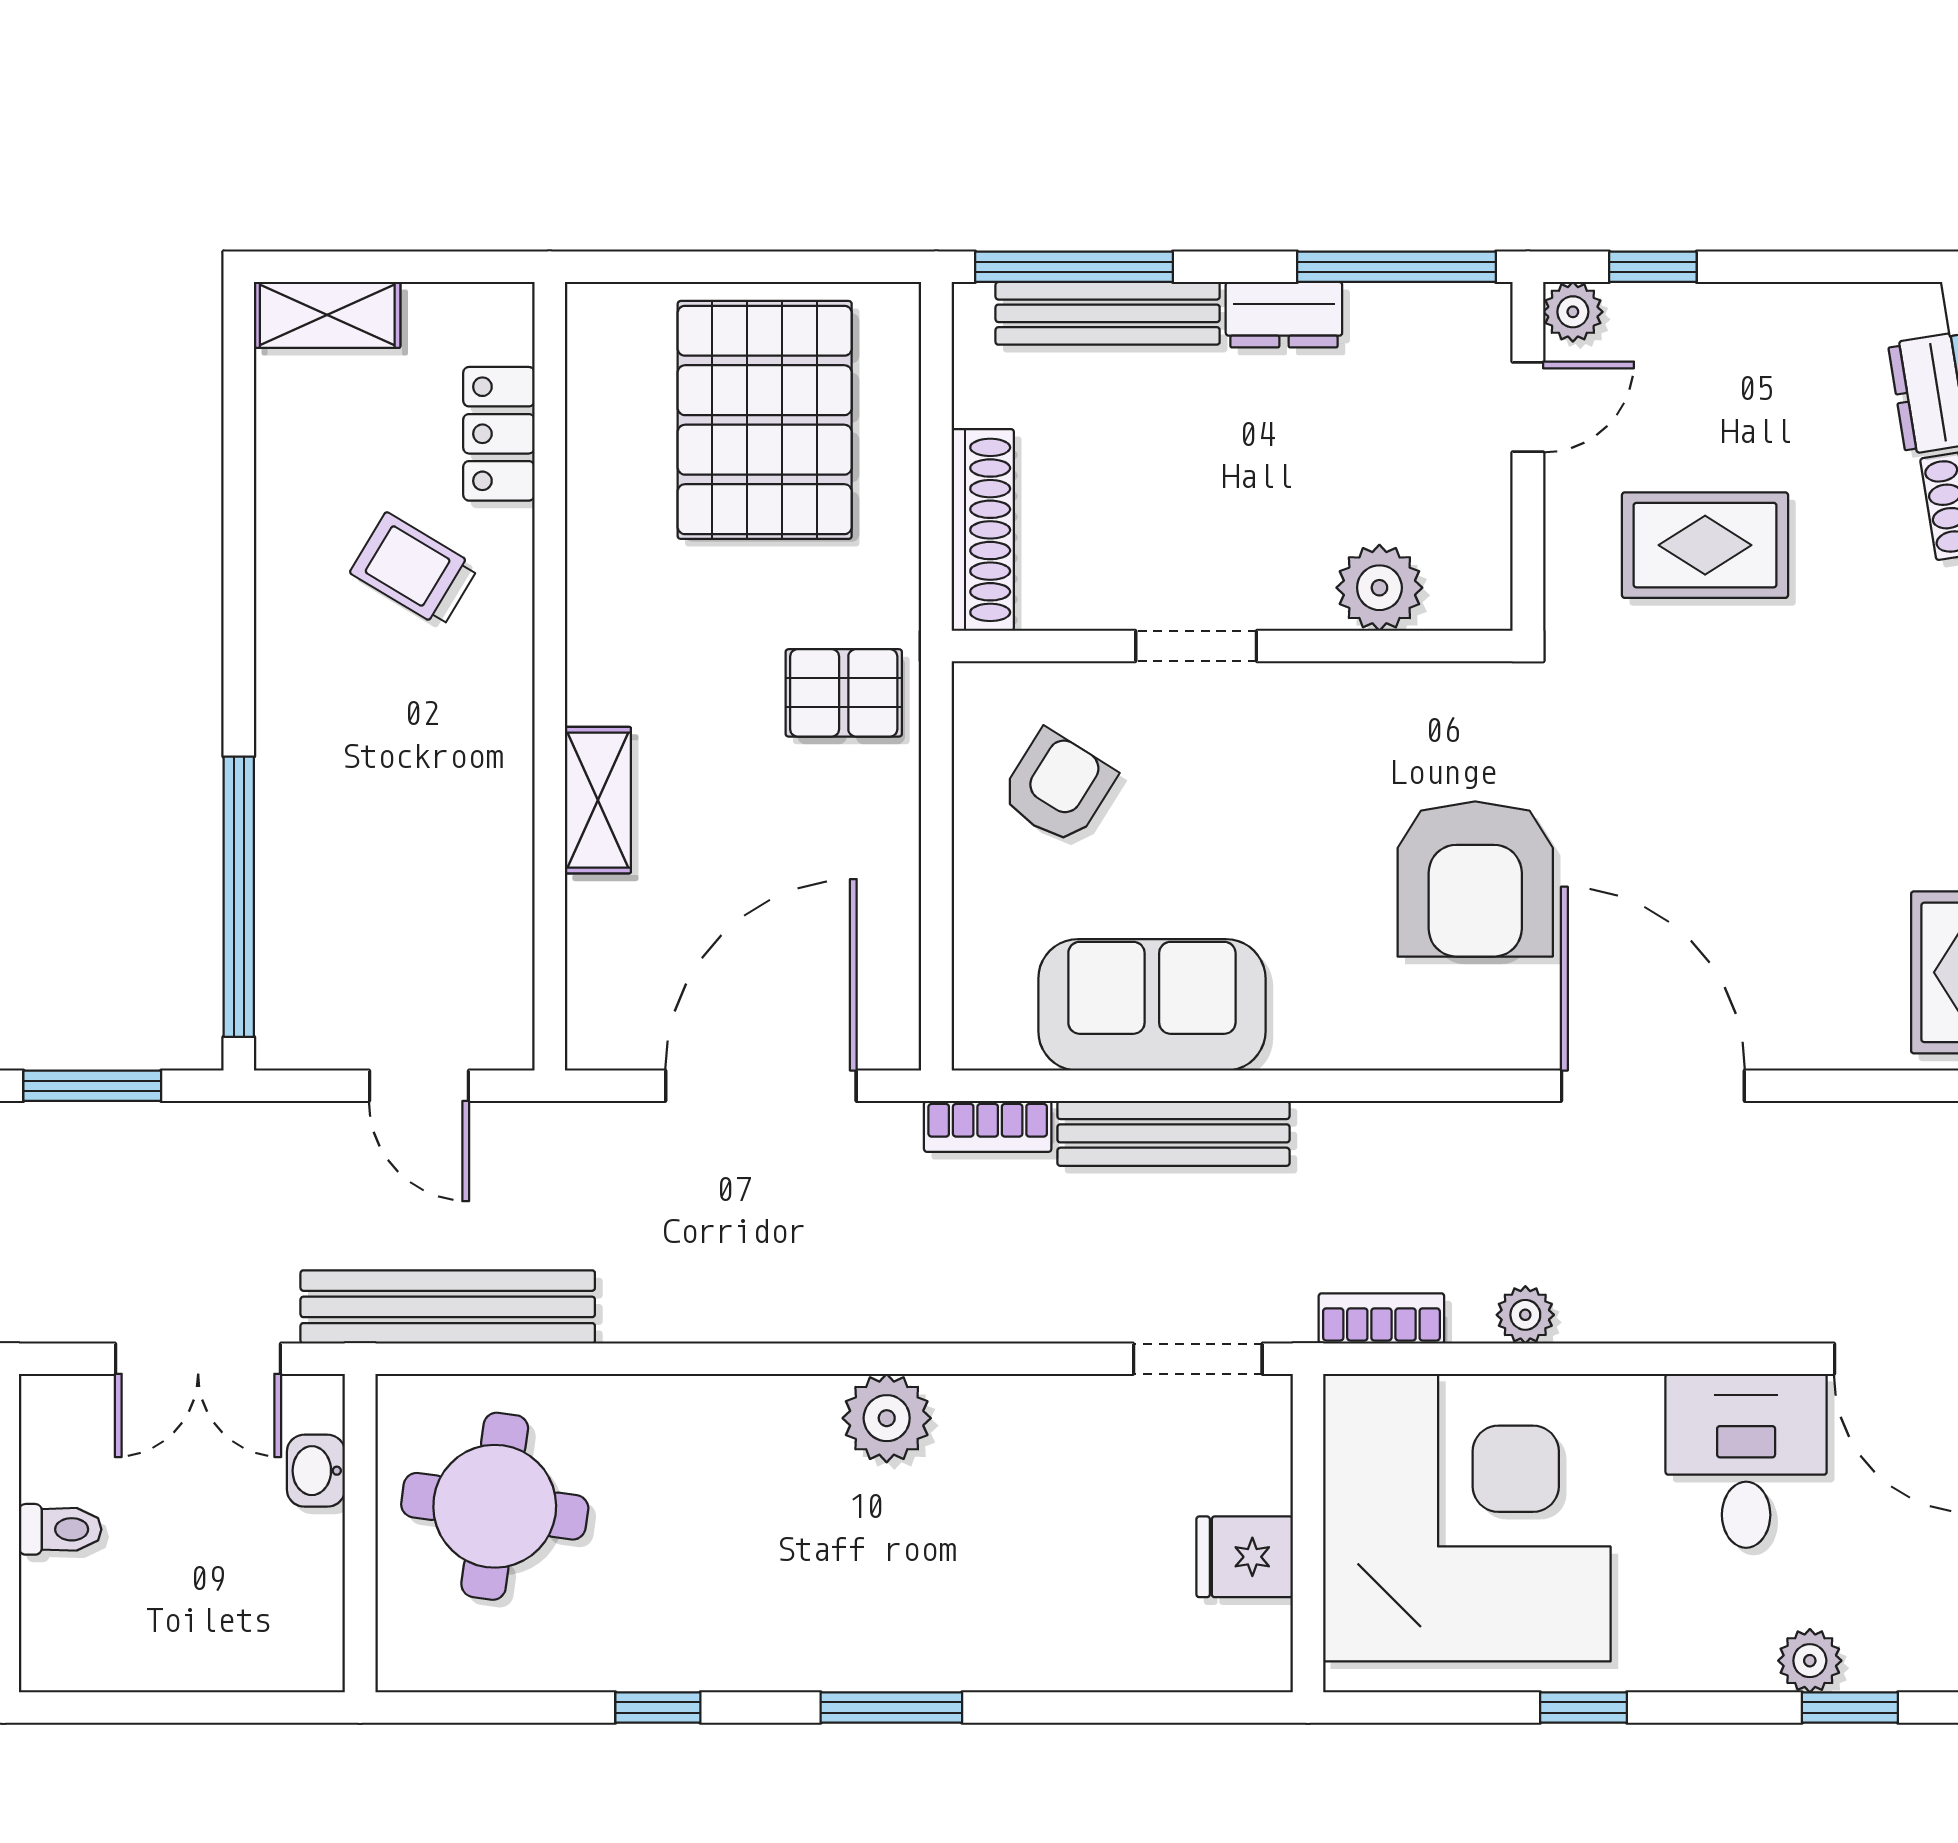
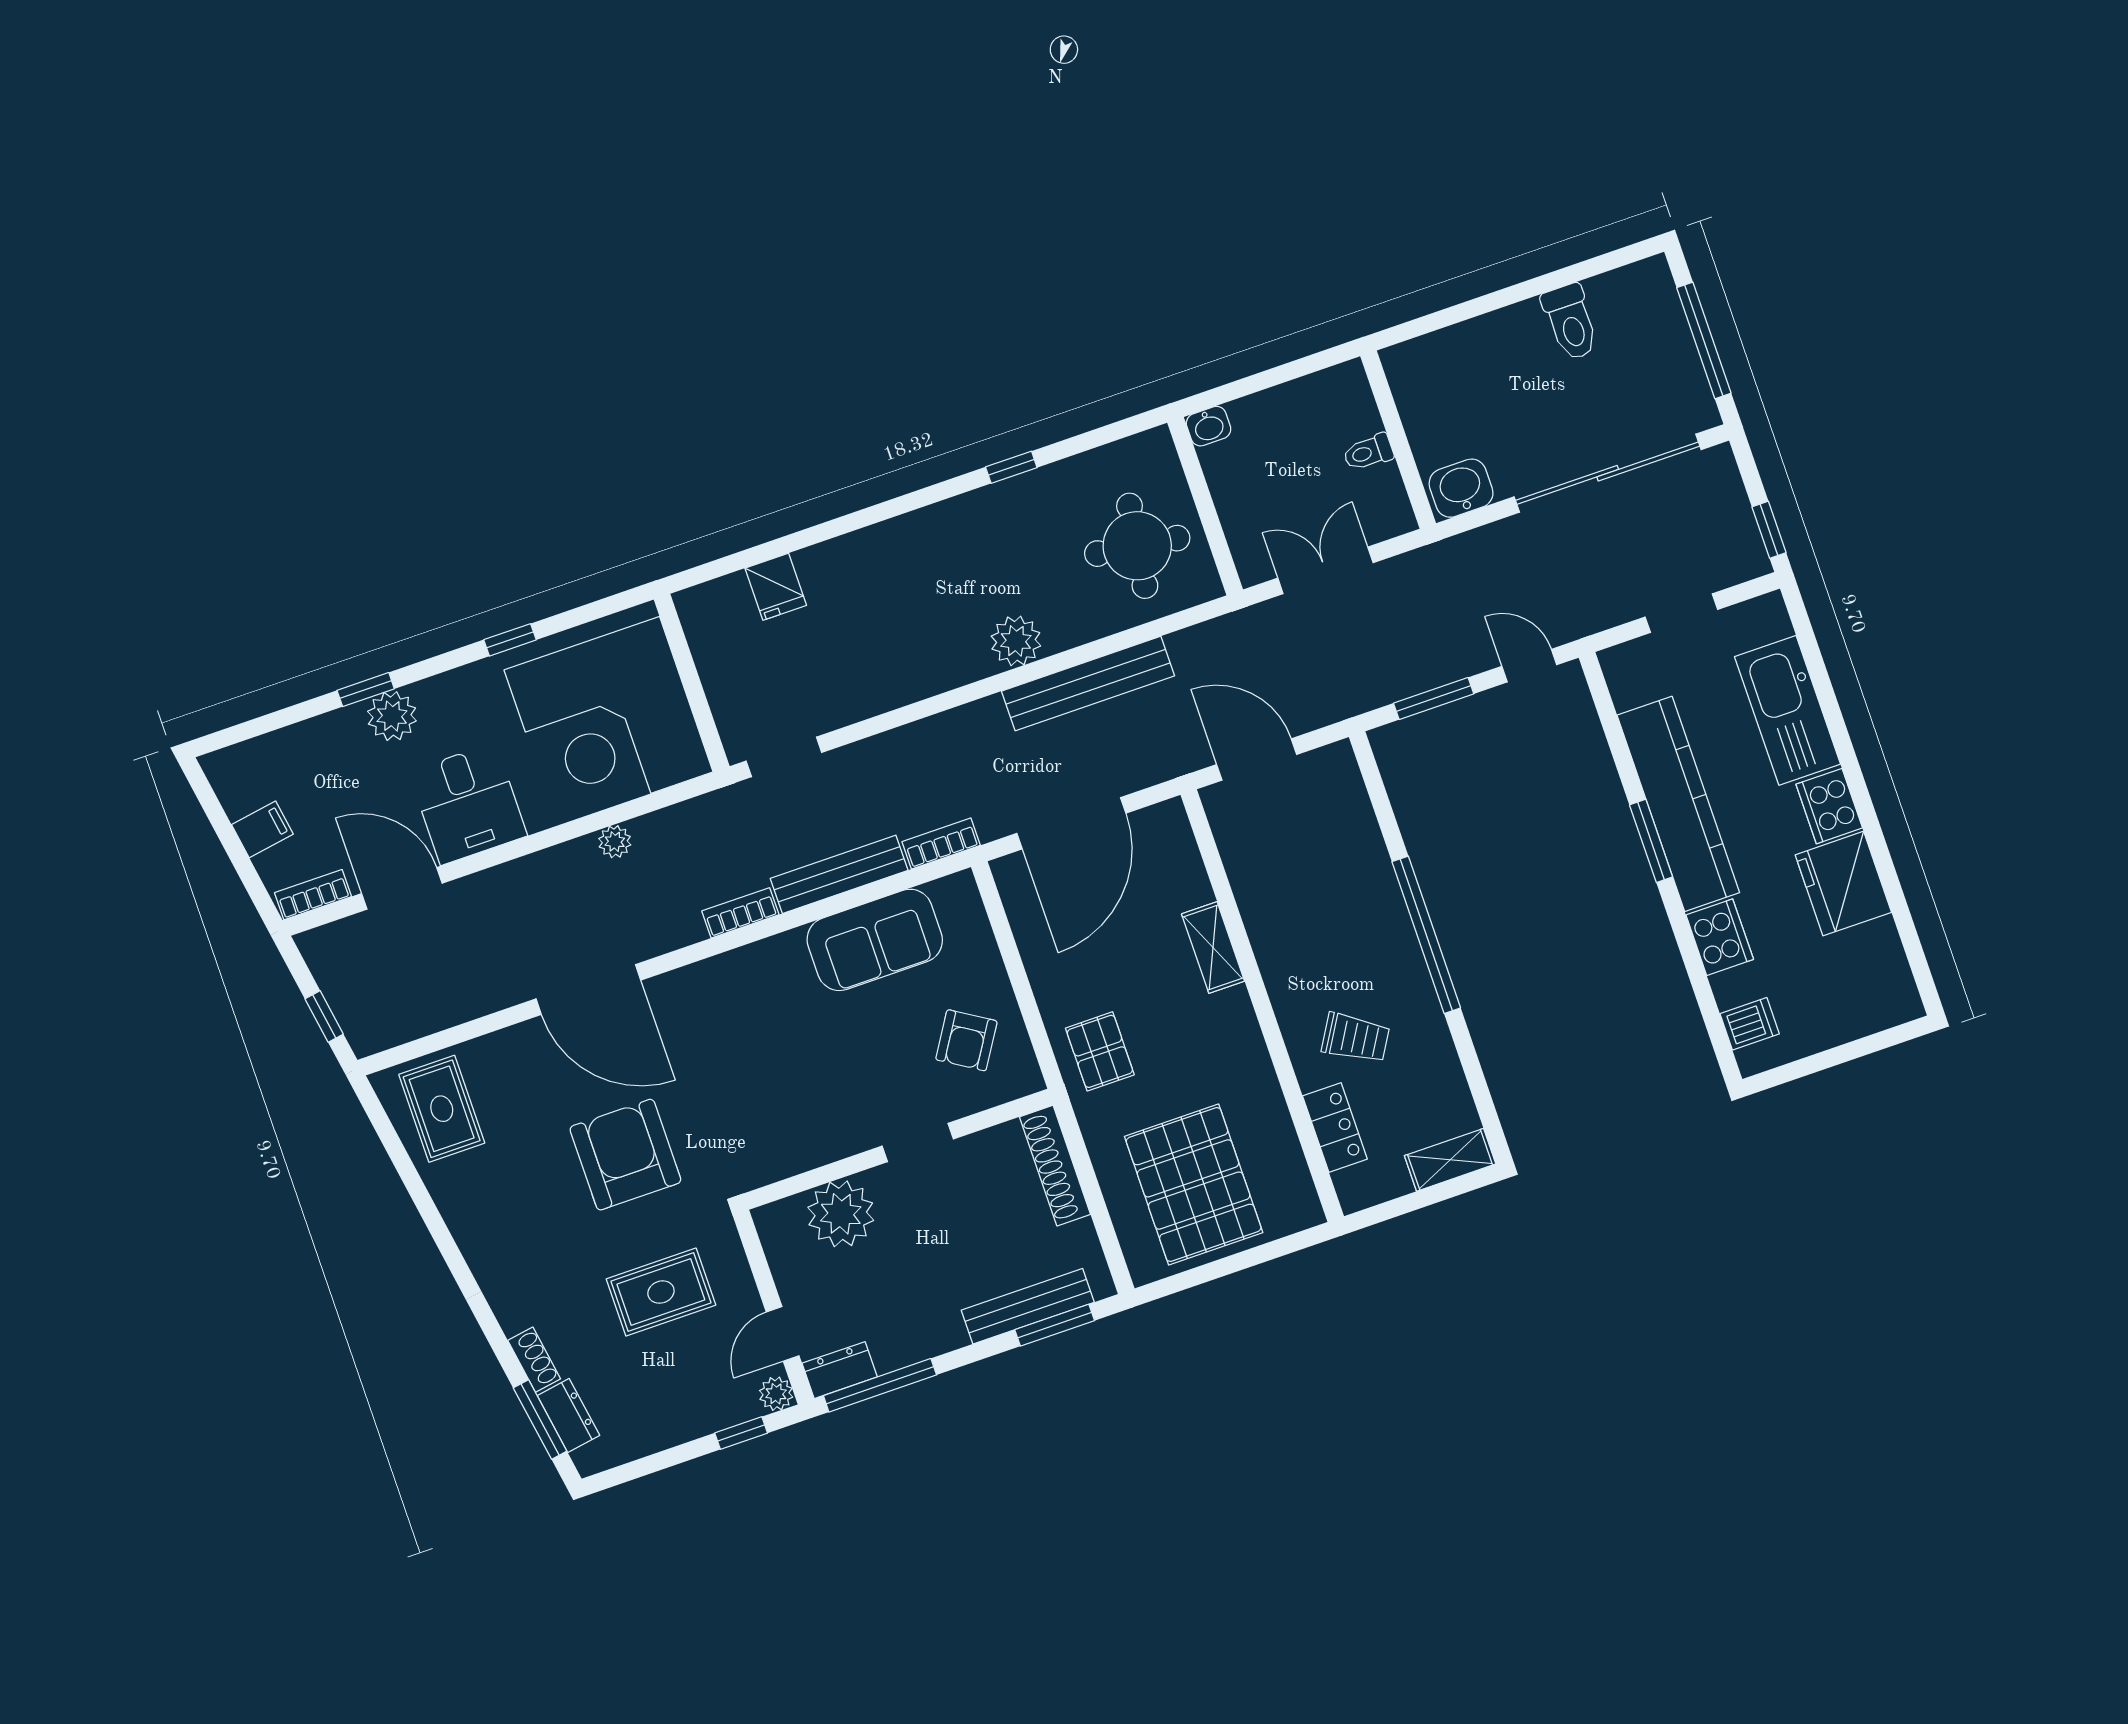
window: (1074, 267) -> (1055, 1325), width x0.69
dresser: (1284, 315) -> (840, 1370), moved
plant: (1379, 588) -> (841, 1214), width x1.36, depth x1.36
pallet: (844, 693) -> (1100, 1051), turned 90
armchair: (1475, 879) -> (625, 1155), moved
window: (239, 897) -> (1426, 935), moved
door: (419, 1086) -> (1257, 759), width x1.38
bench: (448, 1307) -> (1088, 683), moved
bookcase: (1381, 1318) -> (740, 913), moved, turned 180
plant: (887, 1418) -> (1016, 641), moved
washbasin: (316, 1471) -> (1209, 426), moved, turned 90
fridge: (1245, 1557) -> (776, 587), moved, turned 90
plant: (1810, 1661) -> (392, 716), width x1.38, depth x1.38
window: (891, 1708) -> (885, 511), removed

